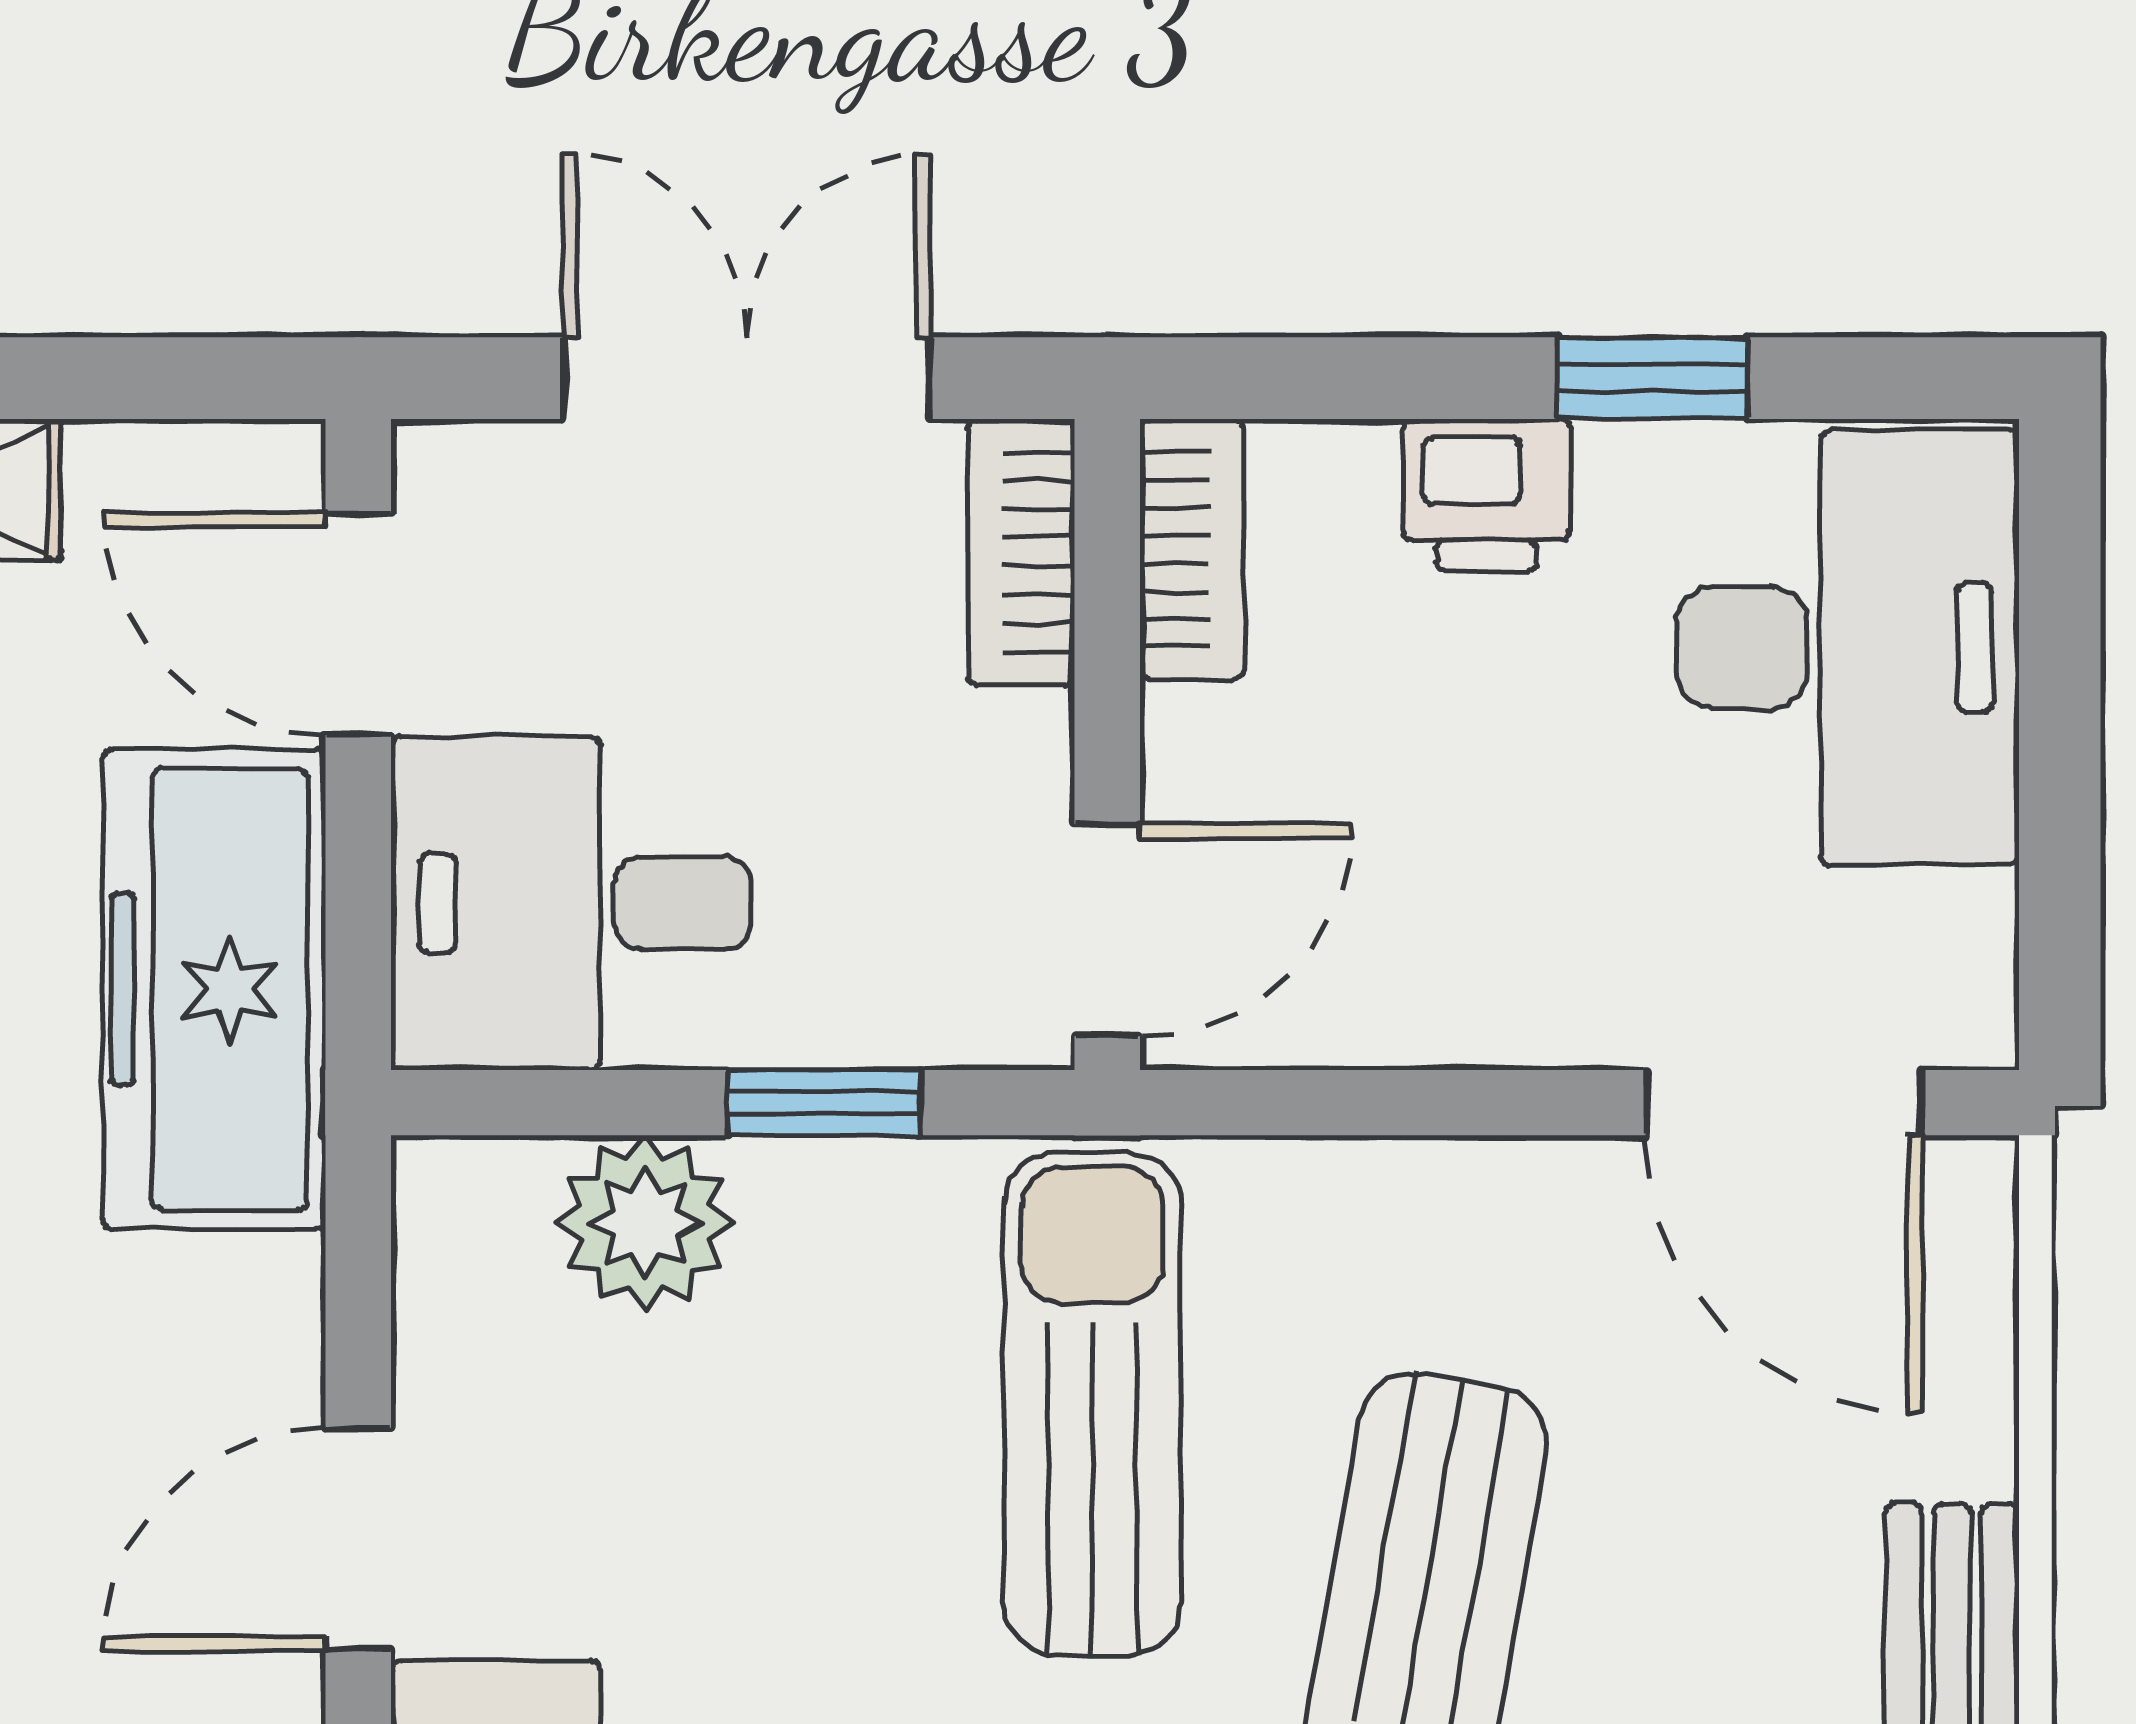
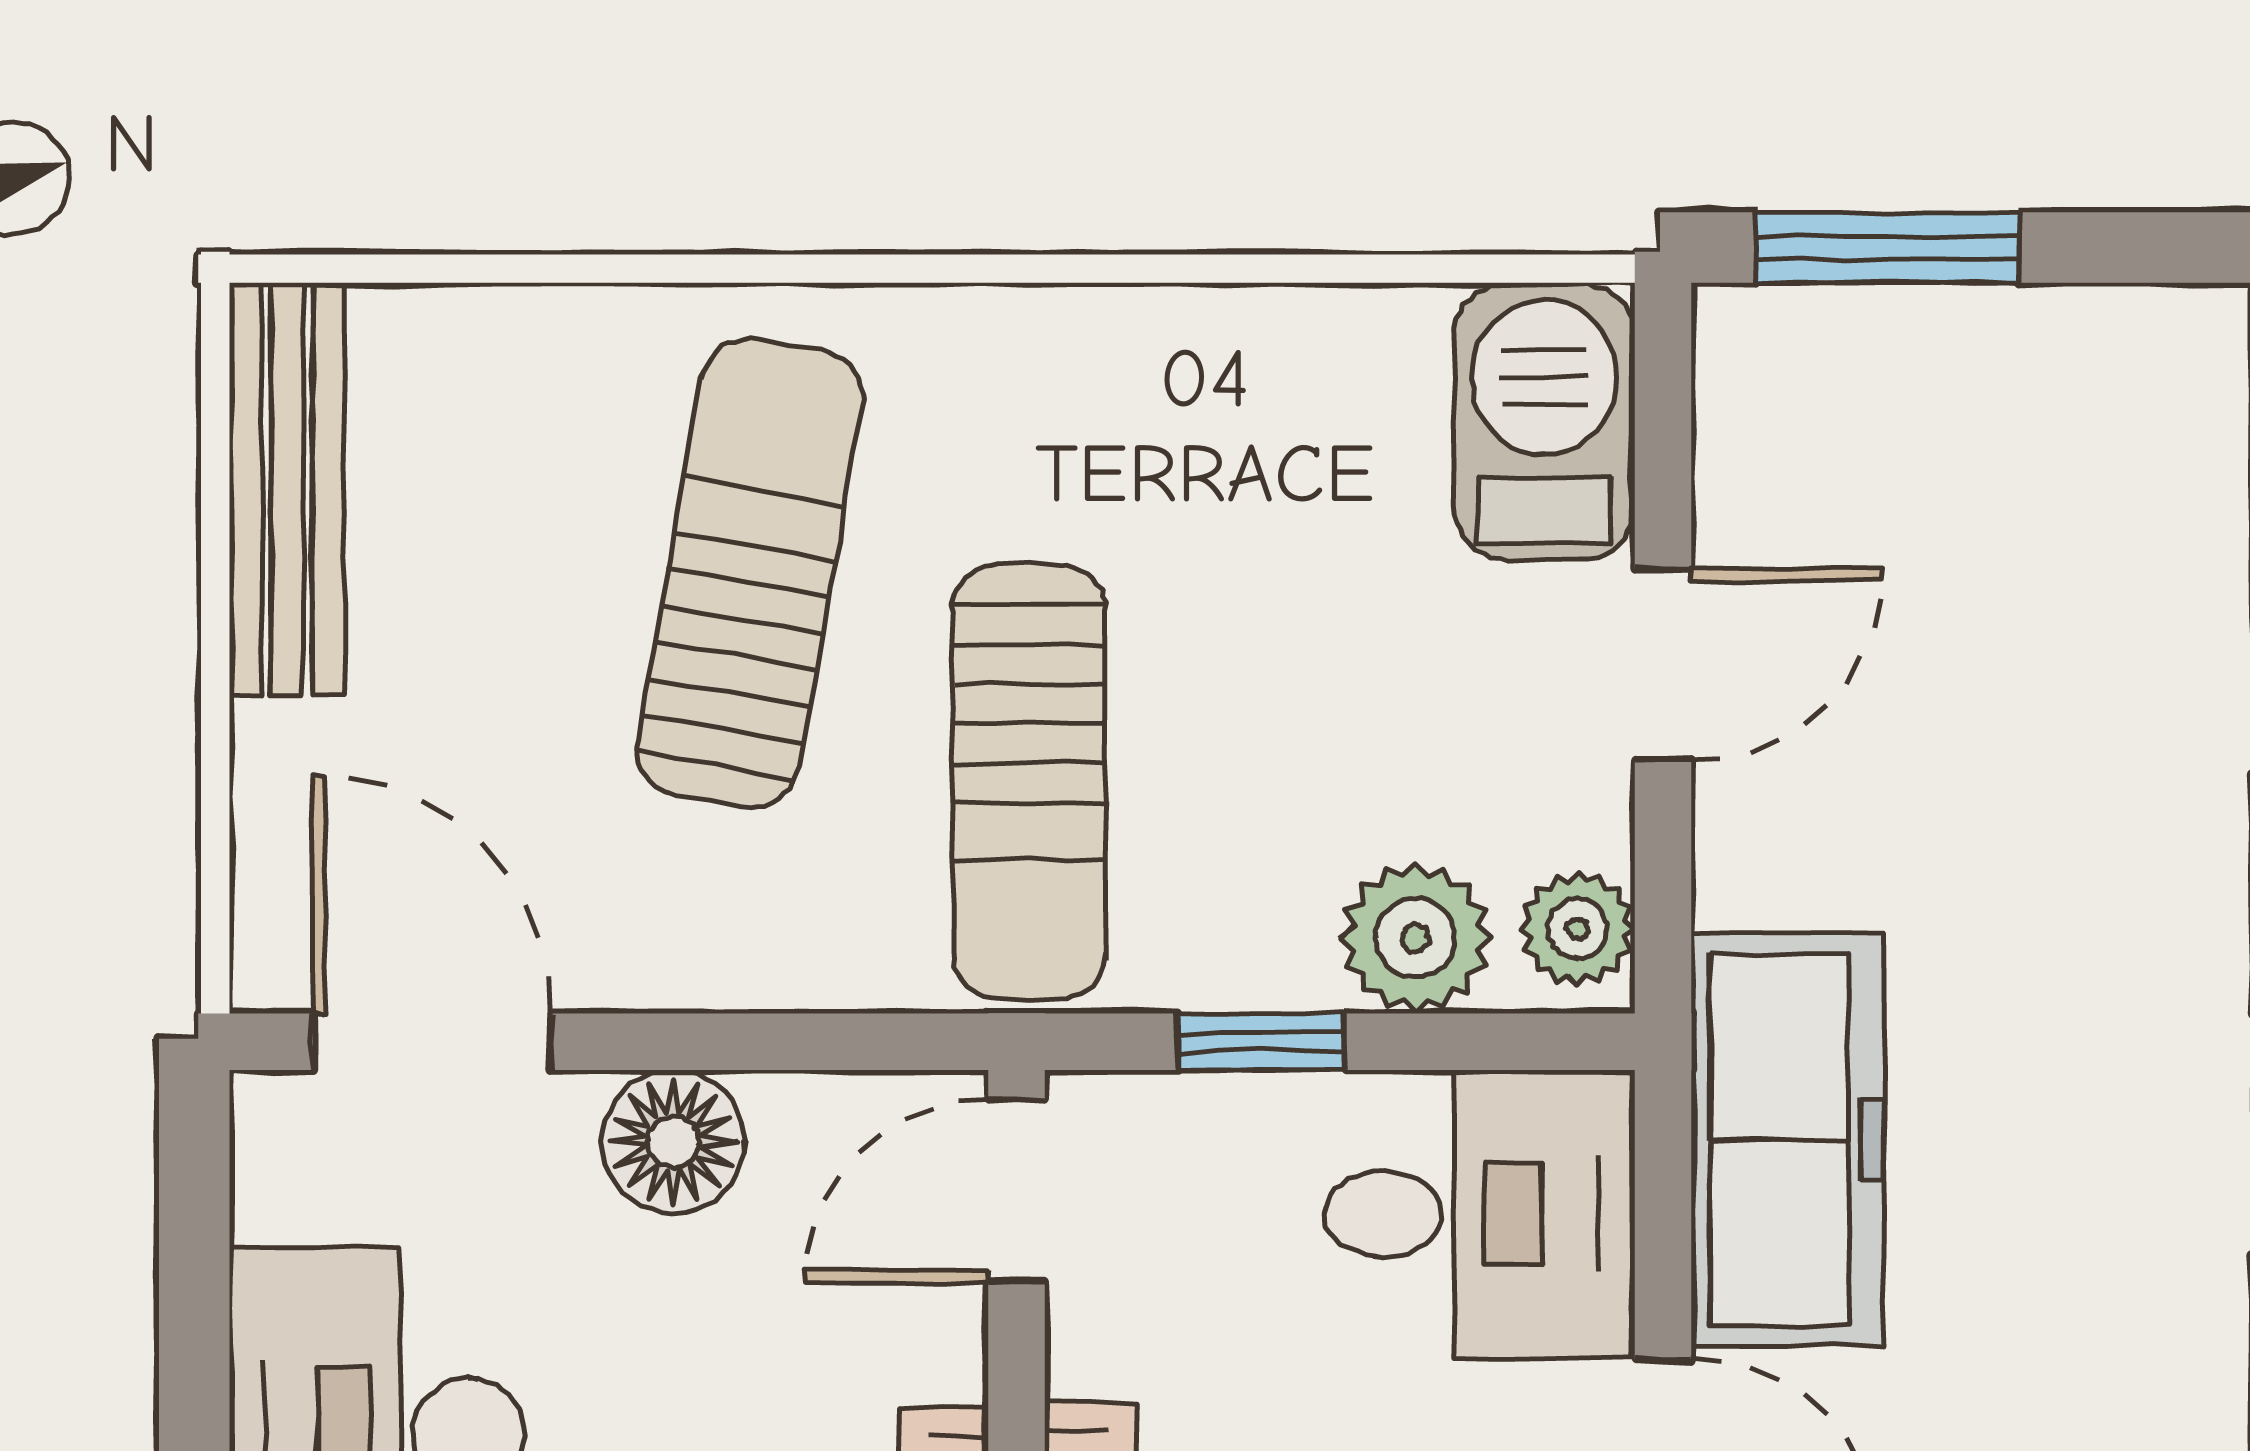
floor lamp: (1505, 987) -> (673, 1142), added
plant: (457, 1234) -> (1578, 929), added

